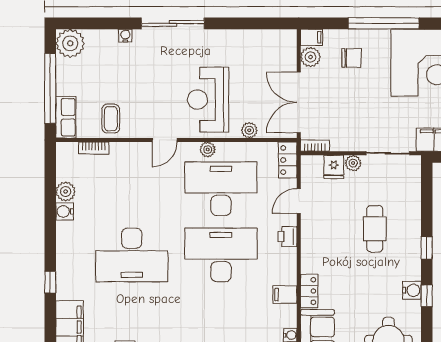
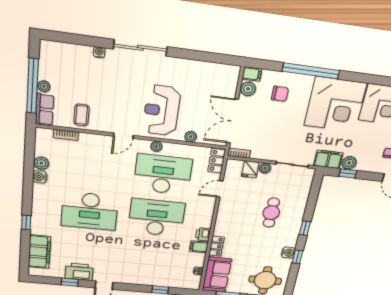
plant: (70, 43) -> (44, 86), moved, width x0.53, depth x0.53
printer: (287, 237) -> (203, 234), moved

